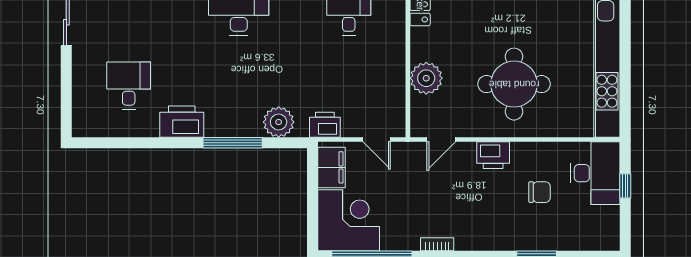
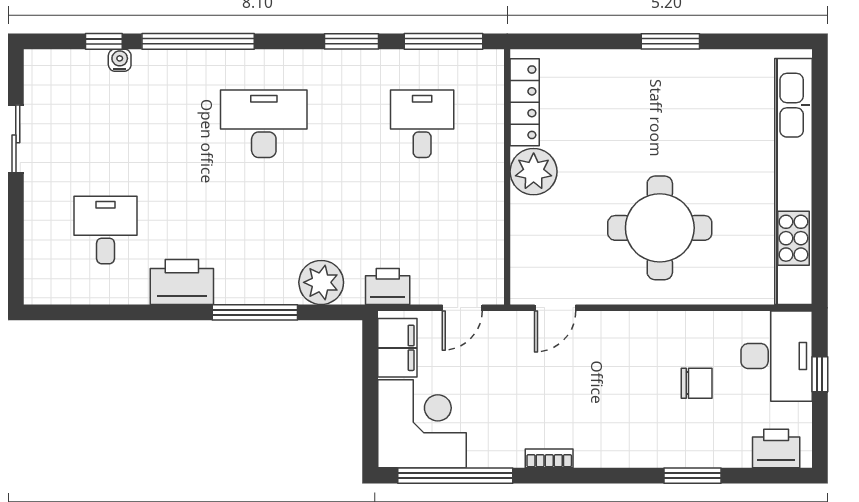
plant: (426, 78) -> (534, 172), moved
door: (377, 140) -> (462, 308), hinge flipped
printer: (493, 155) -> (776, 448), moved, turned 180

